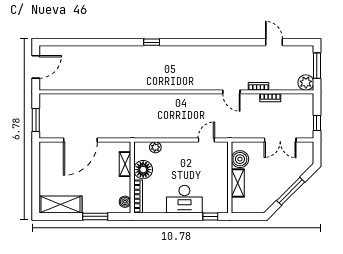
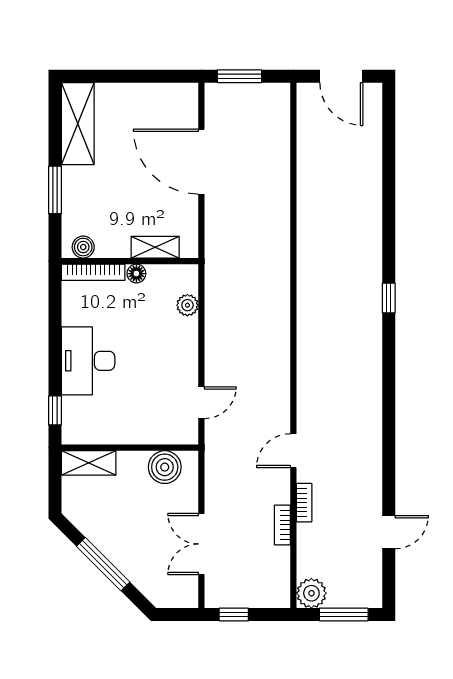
door: (206, 140) -> (201, 403), hinge flipped
floor lamp: (143, 170) -> (136, 274), width x0.53, depth x0.53
shelving: (238, 183) -> (89, 463), moved

